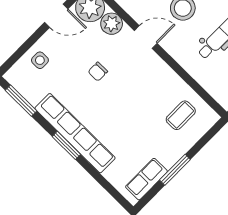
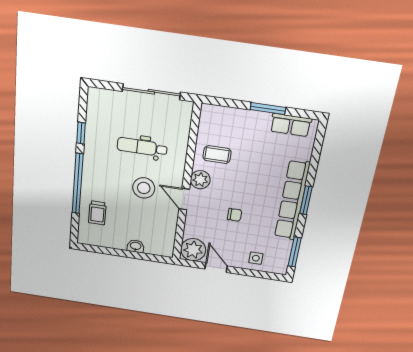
plant: (112, 24) -> (200, 180), moved
coffee table: (181, 115) -> (217, 155), moved

